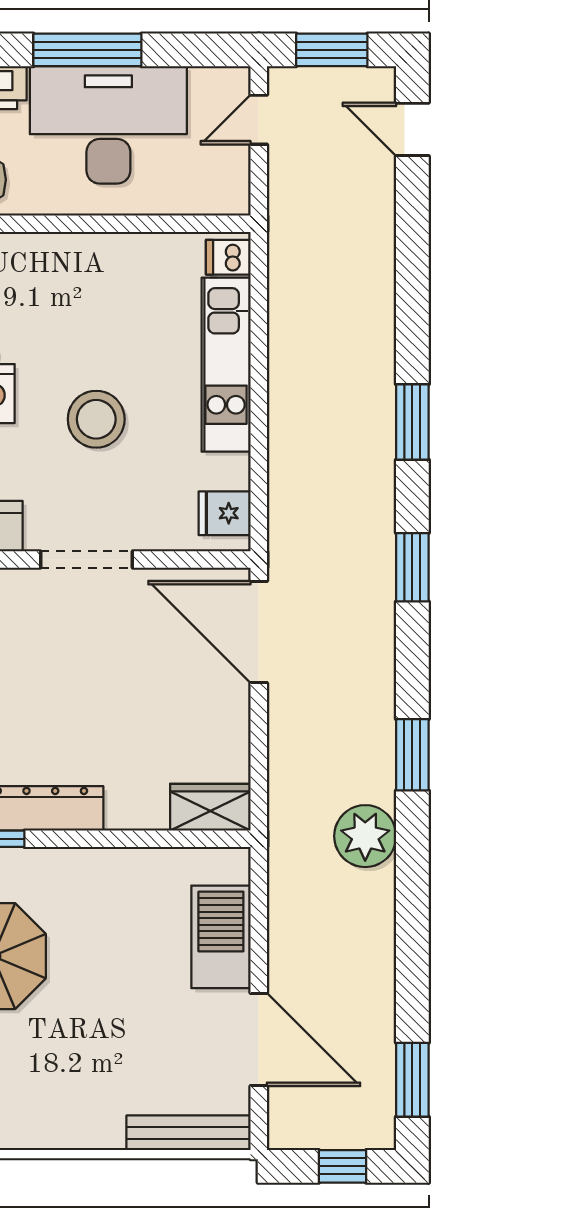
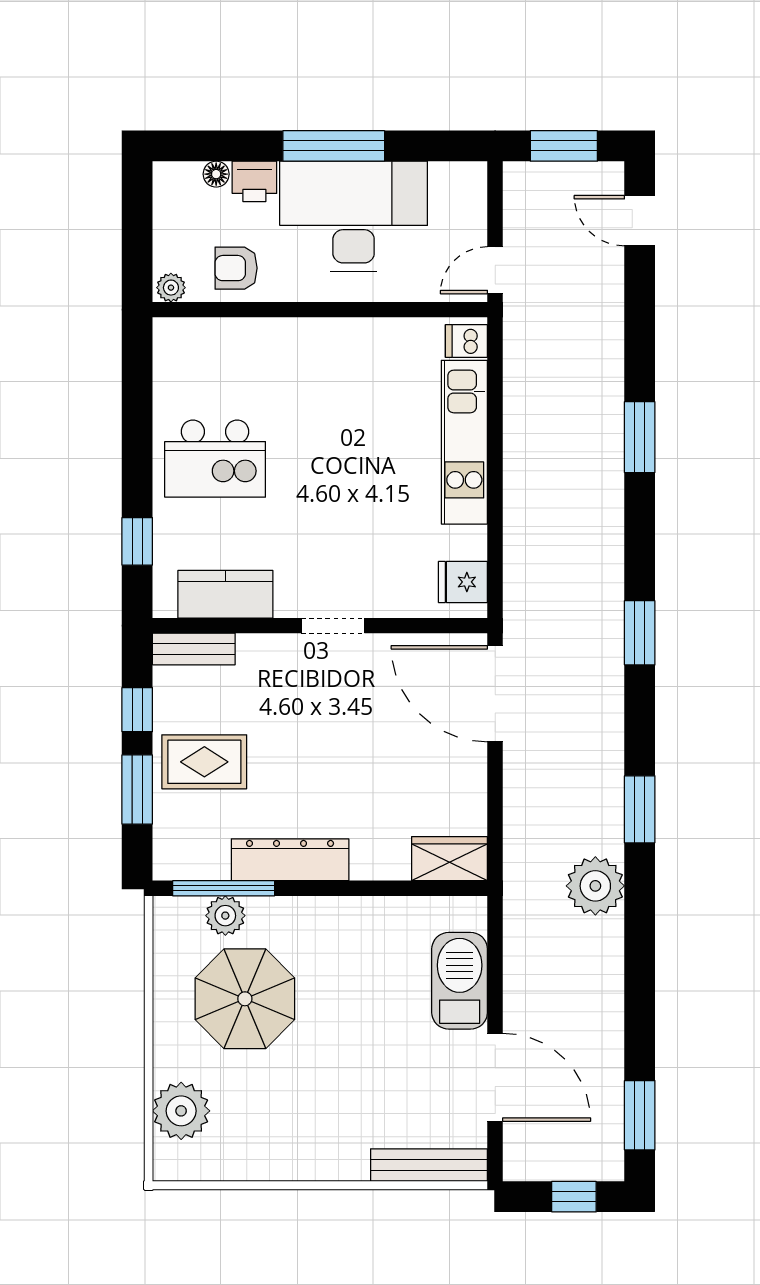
door: (259, 120) -> (495, 270), moved
stool: (96, 419) -> (342, 494), removed
window: (412, 422) -> (640, 437), moved
doorway: (87, 560) -> (333, 626), width x0.73

